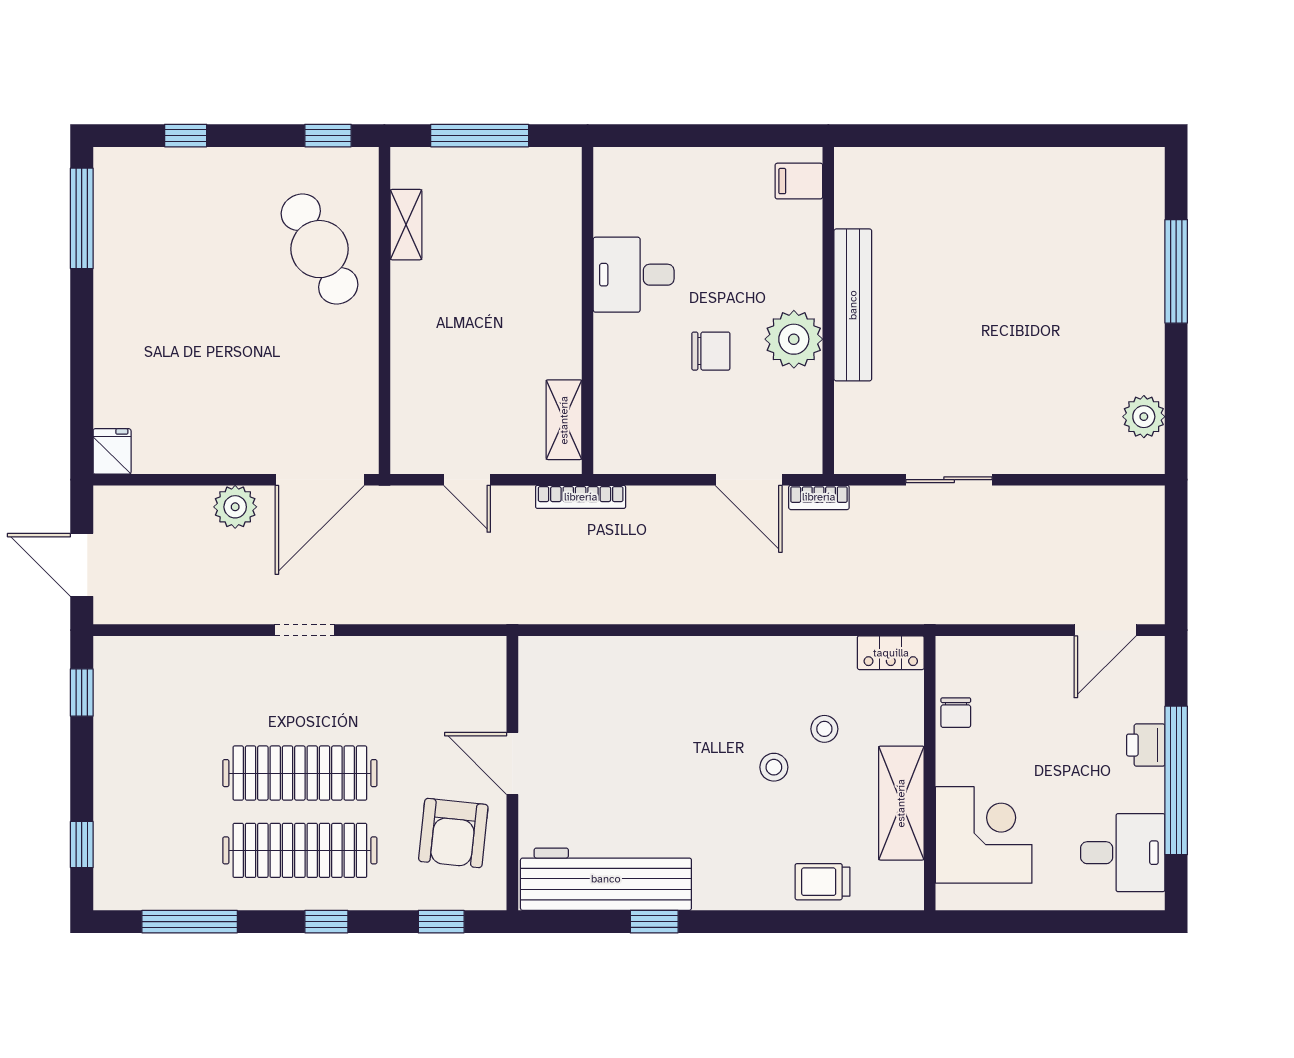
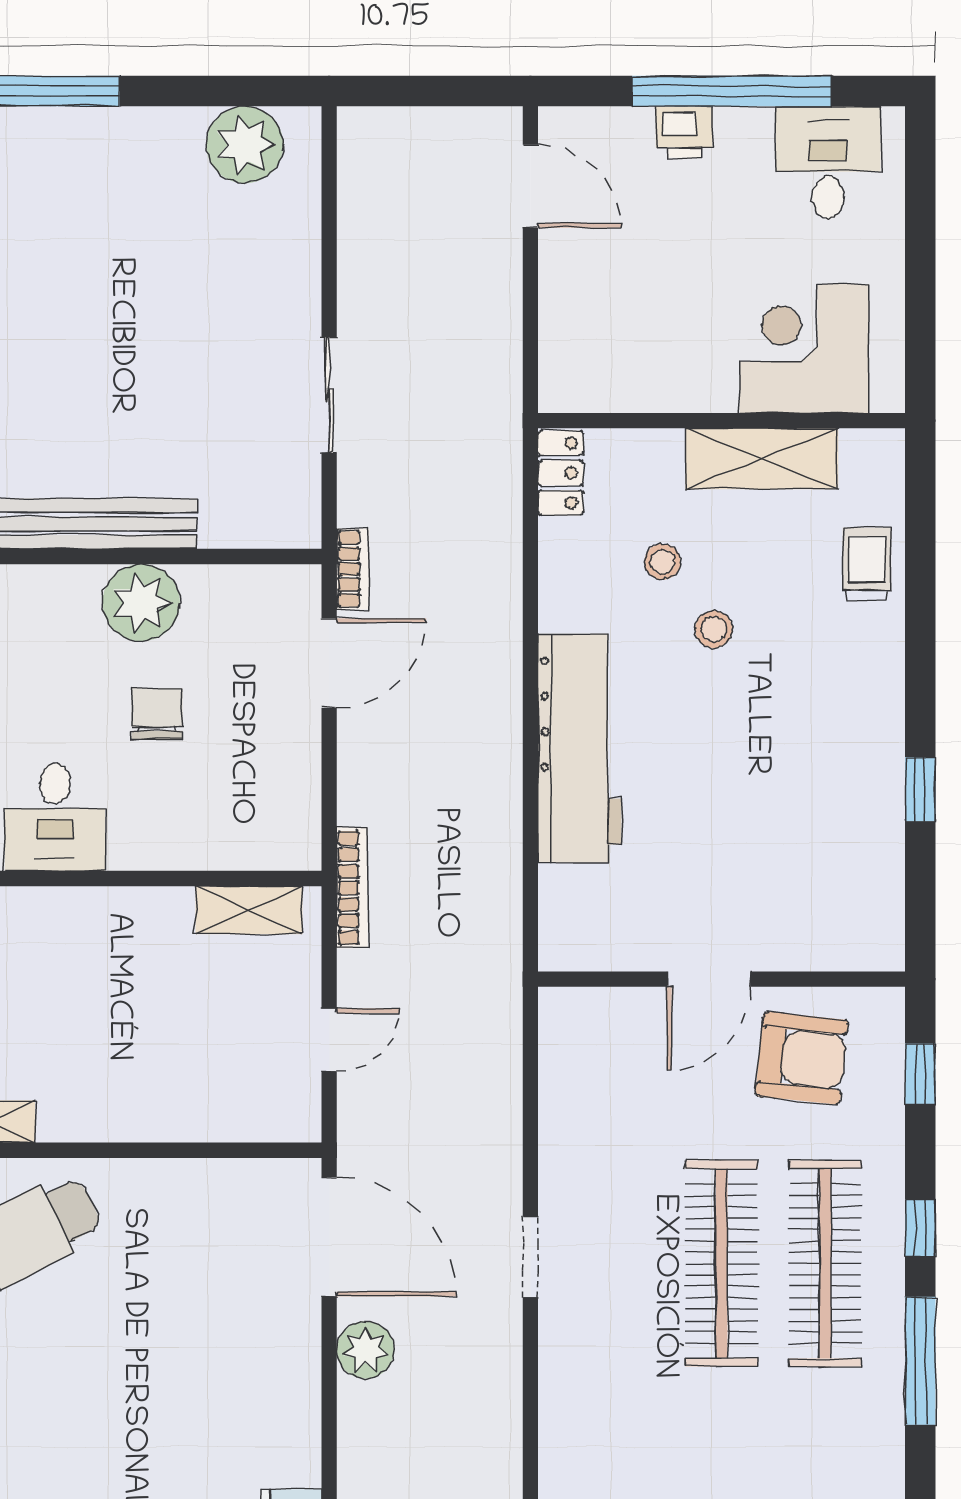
plant: (1144, 417) -> (245, 145), width x1.36, depth x1.36
chair: (956, 713) -> (641, 386), removed
workbench: (606, 879) -> (580, 748), moved, turned 180
trolley: (822, 882) -> (867, 564), turned 180
window: (190, 922) -> (920, 1361), moved

